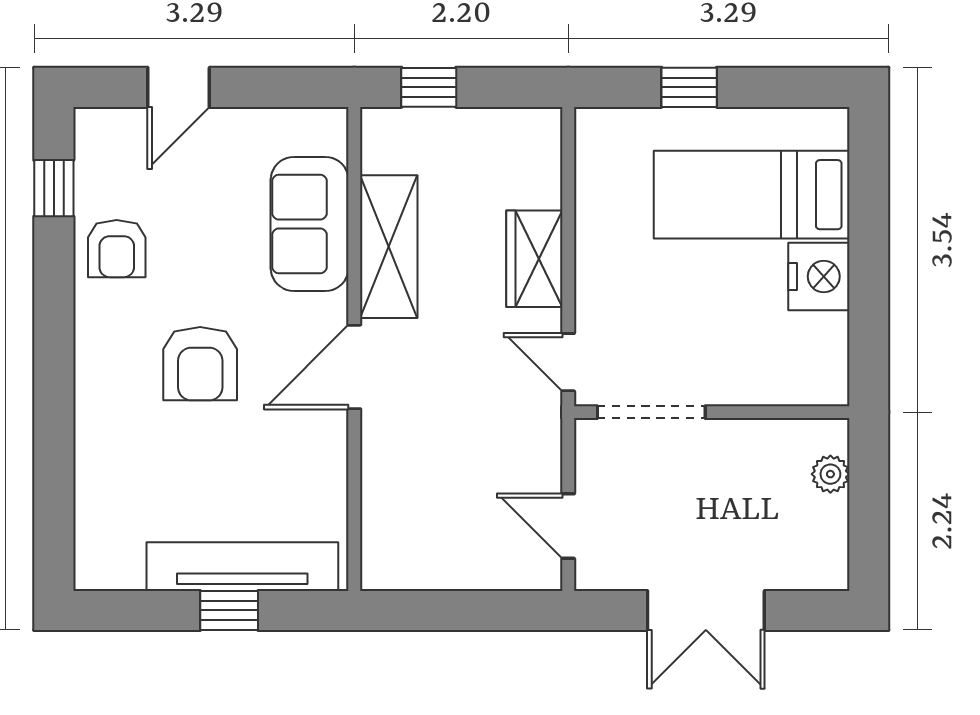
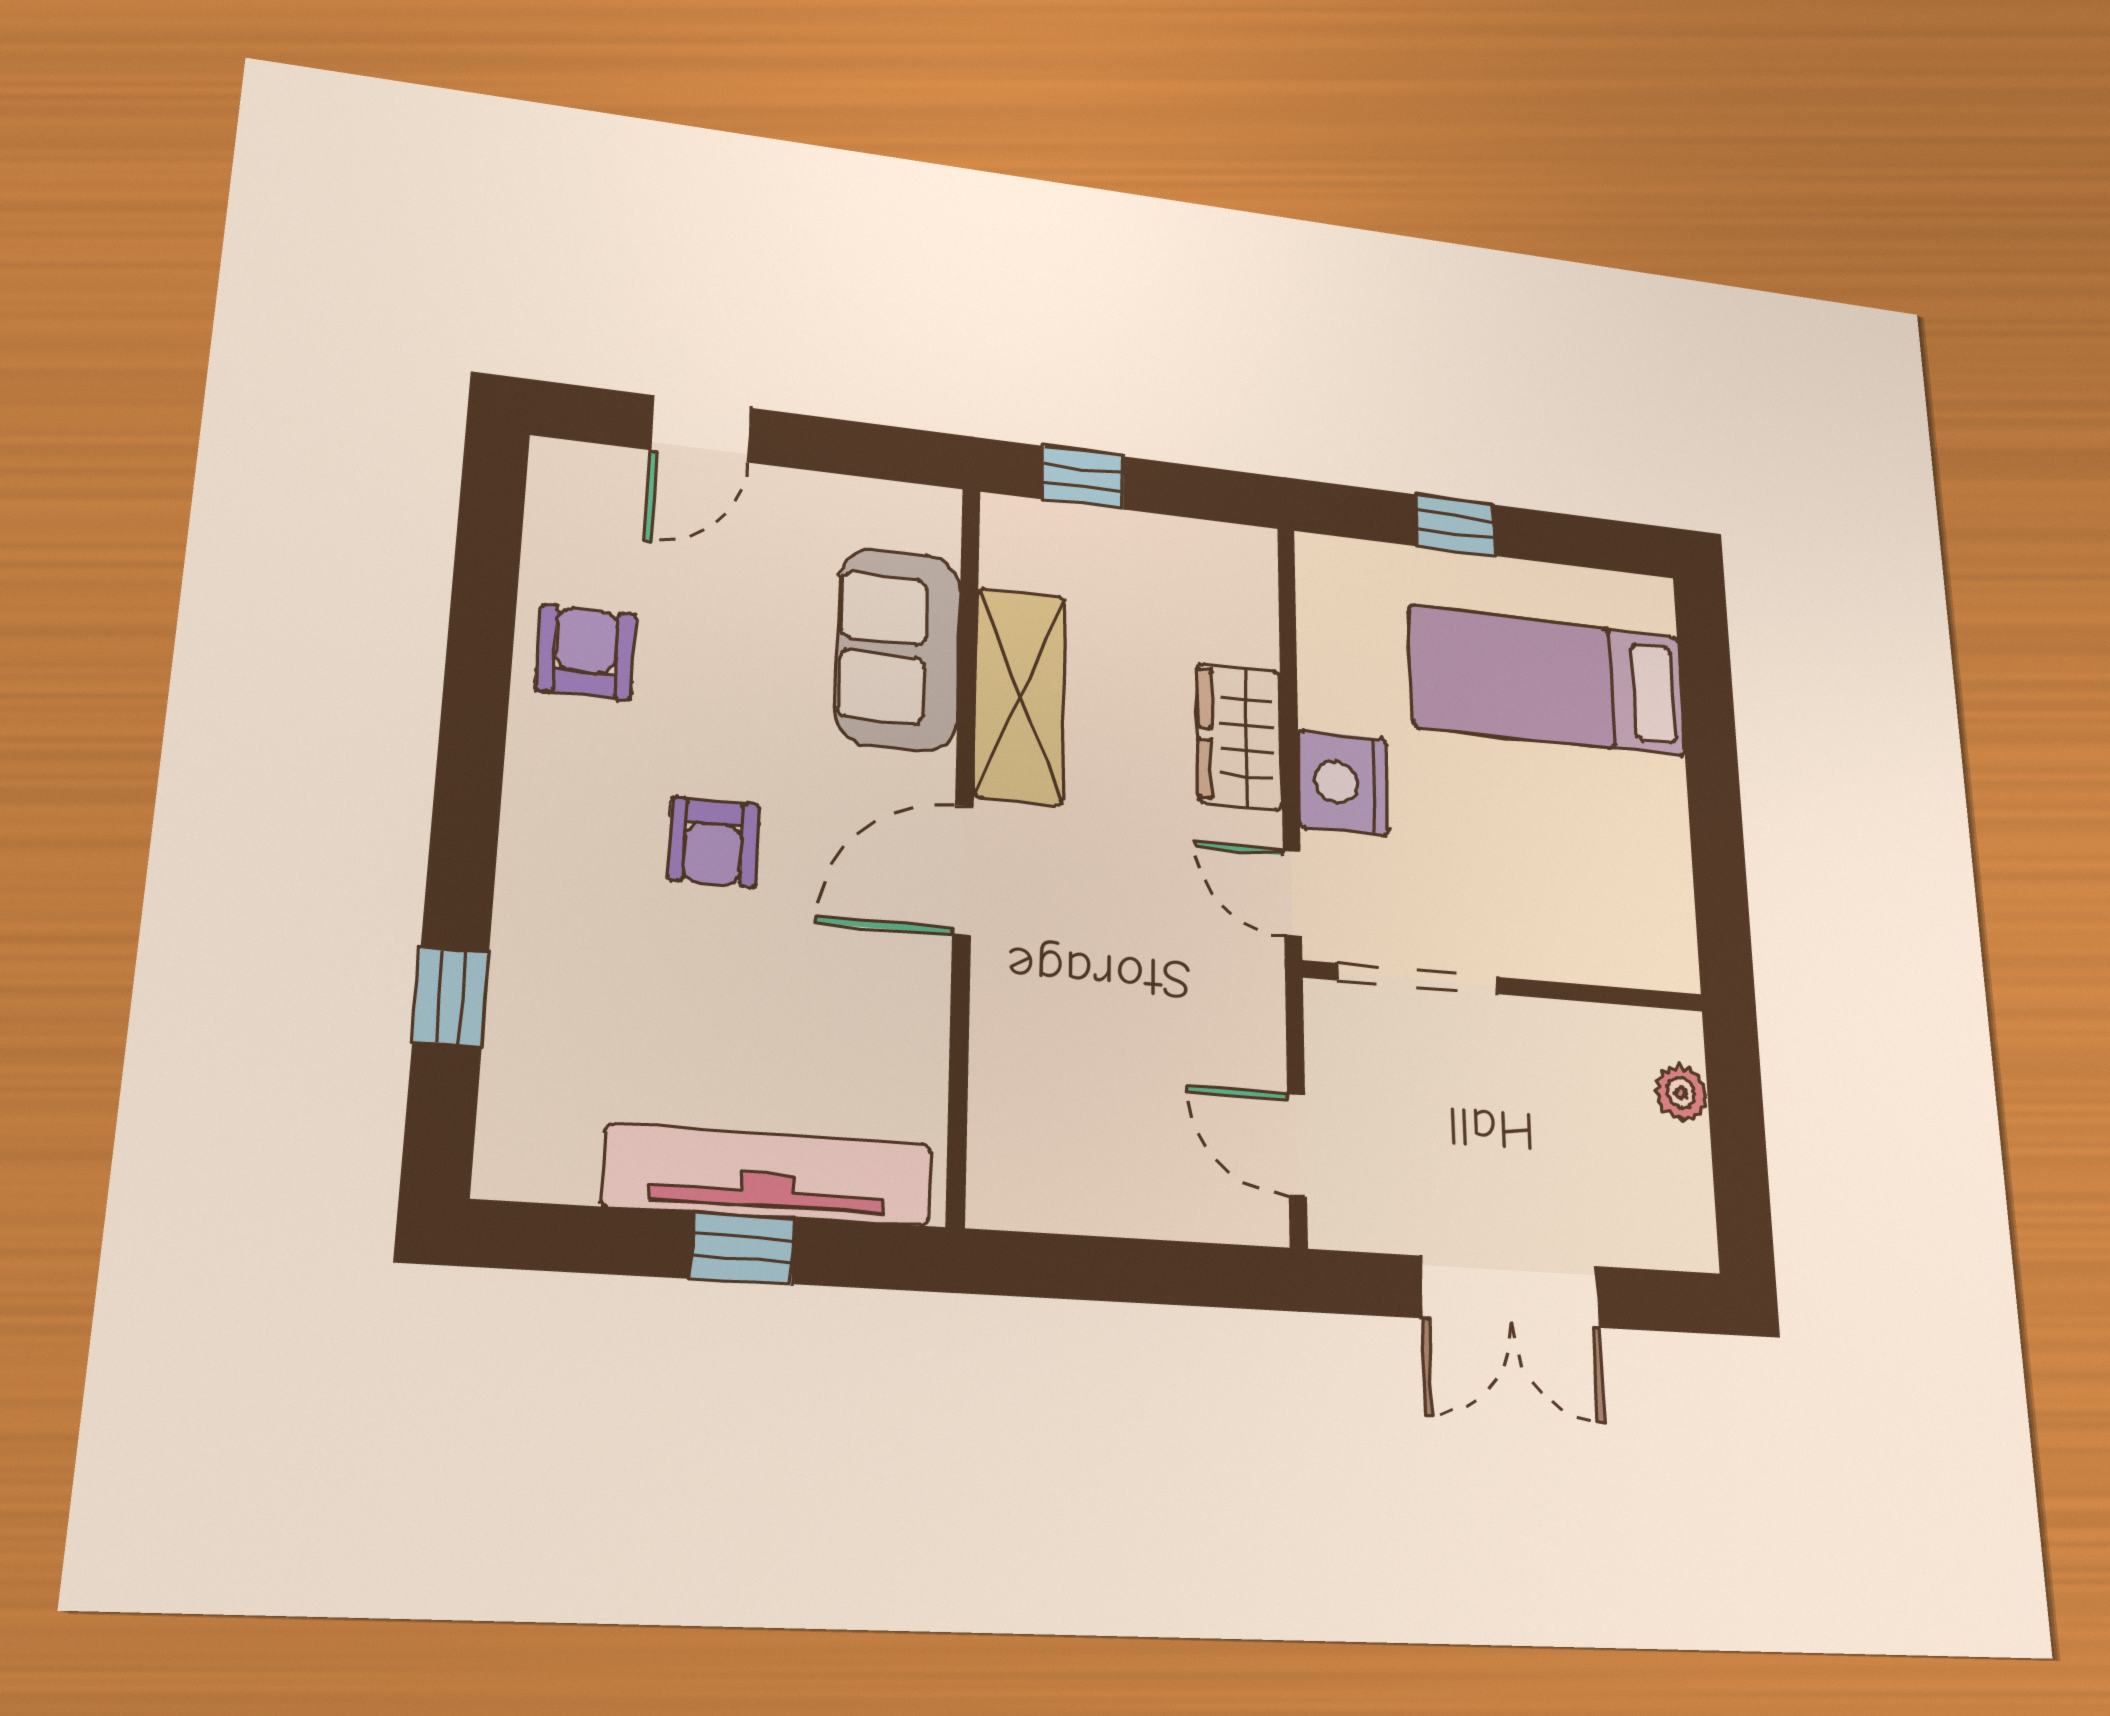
window: (54, 188) -> (451, 997), moved
armchair: (117, 249) -> (586, 652), turned 180
nightstand: (819, 276) -> (1343, 783), moved, turned 180
armchair: (200, 364) -> (713, 842), width x0.72, depth x0.72

